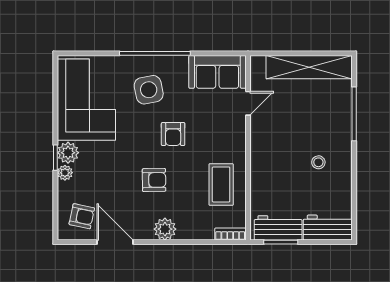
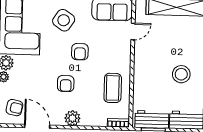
side table: (149, 90) -> (64, 20), turned 45
stool: (318, 162) -> (181, 74), width x1.89, depth x1.89
armchair: (154, 180) -> (66, 84), turned 91

